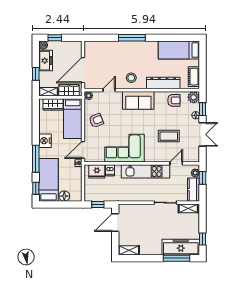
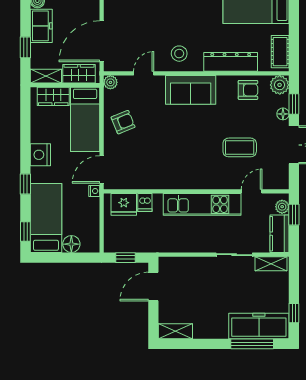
corner sofa: (125, 148) -> (168, 167), removed
window: (36, 159) -> (25, 184), width x0.46

